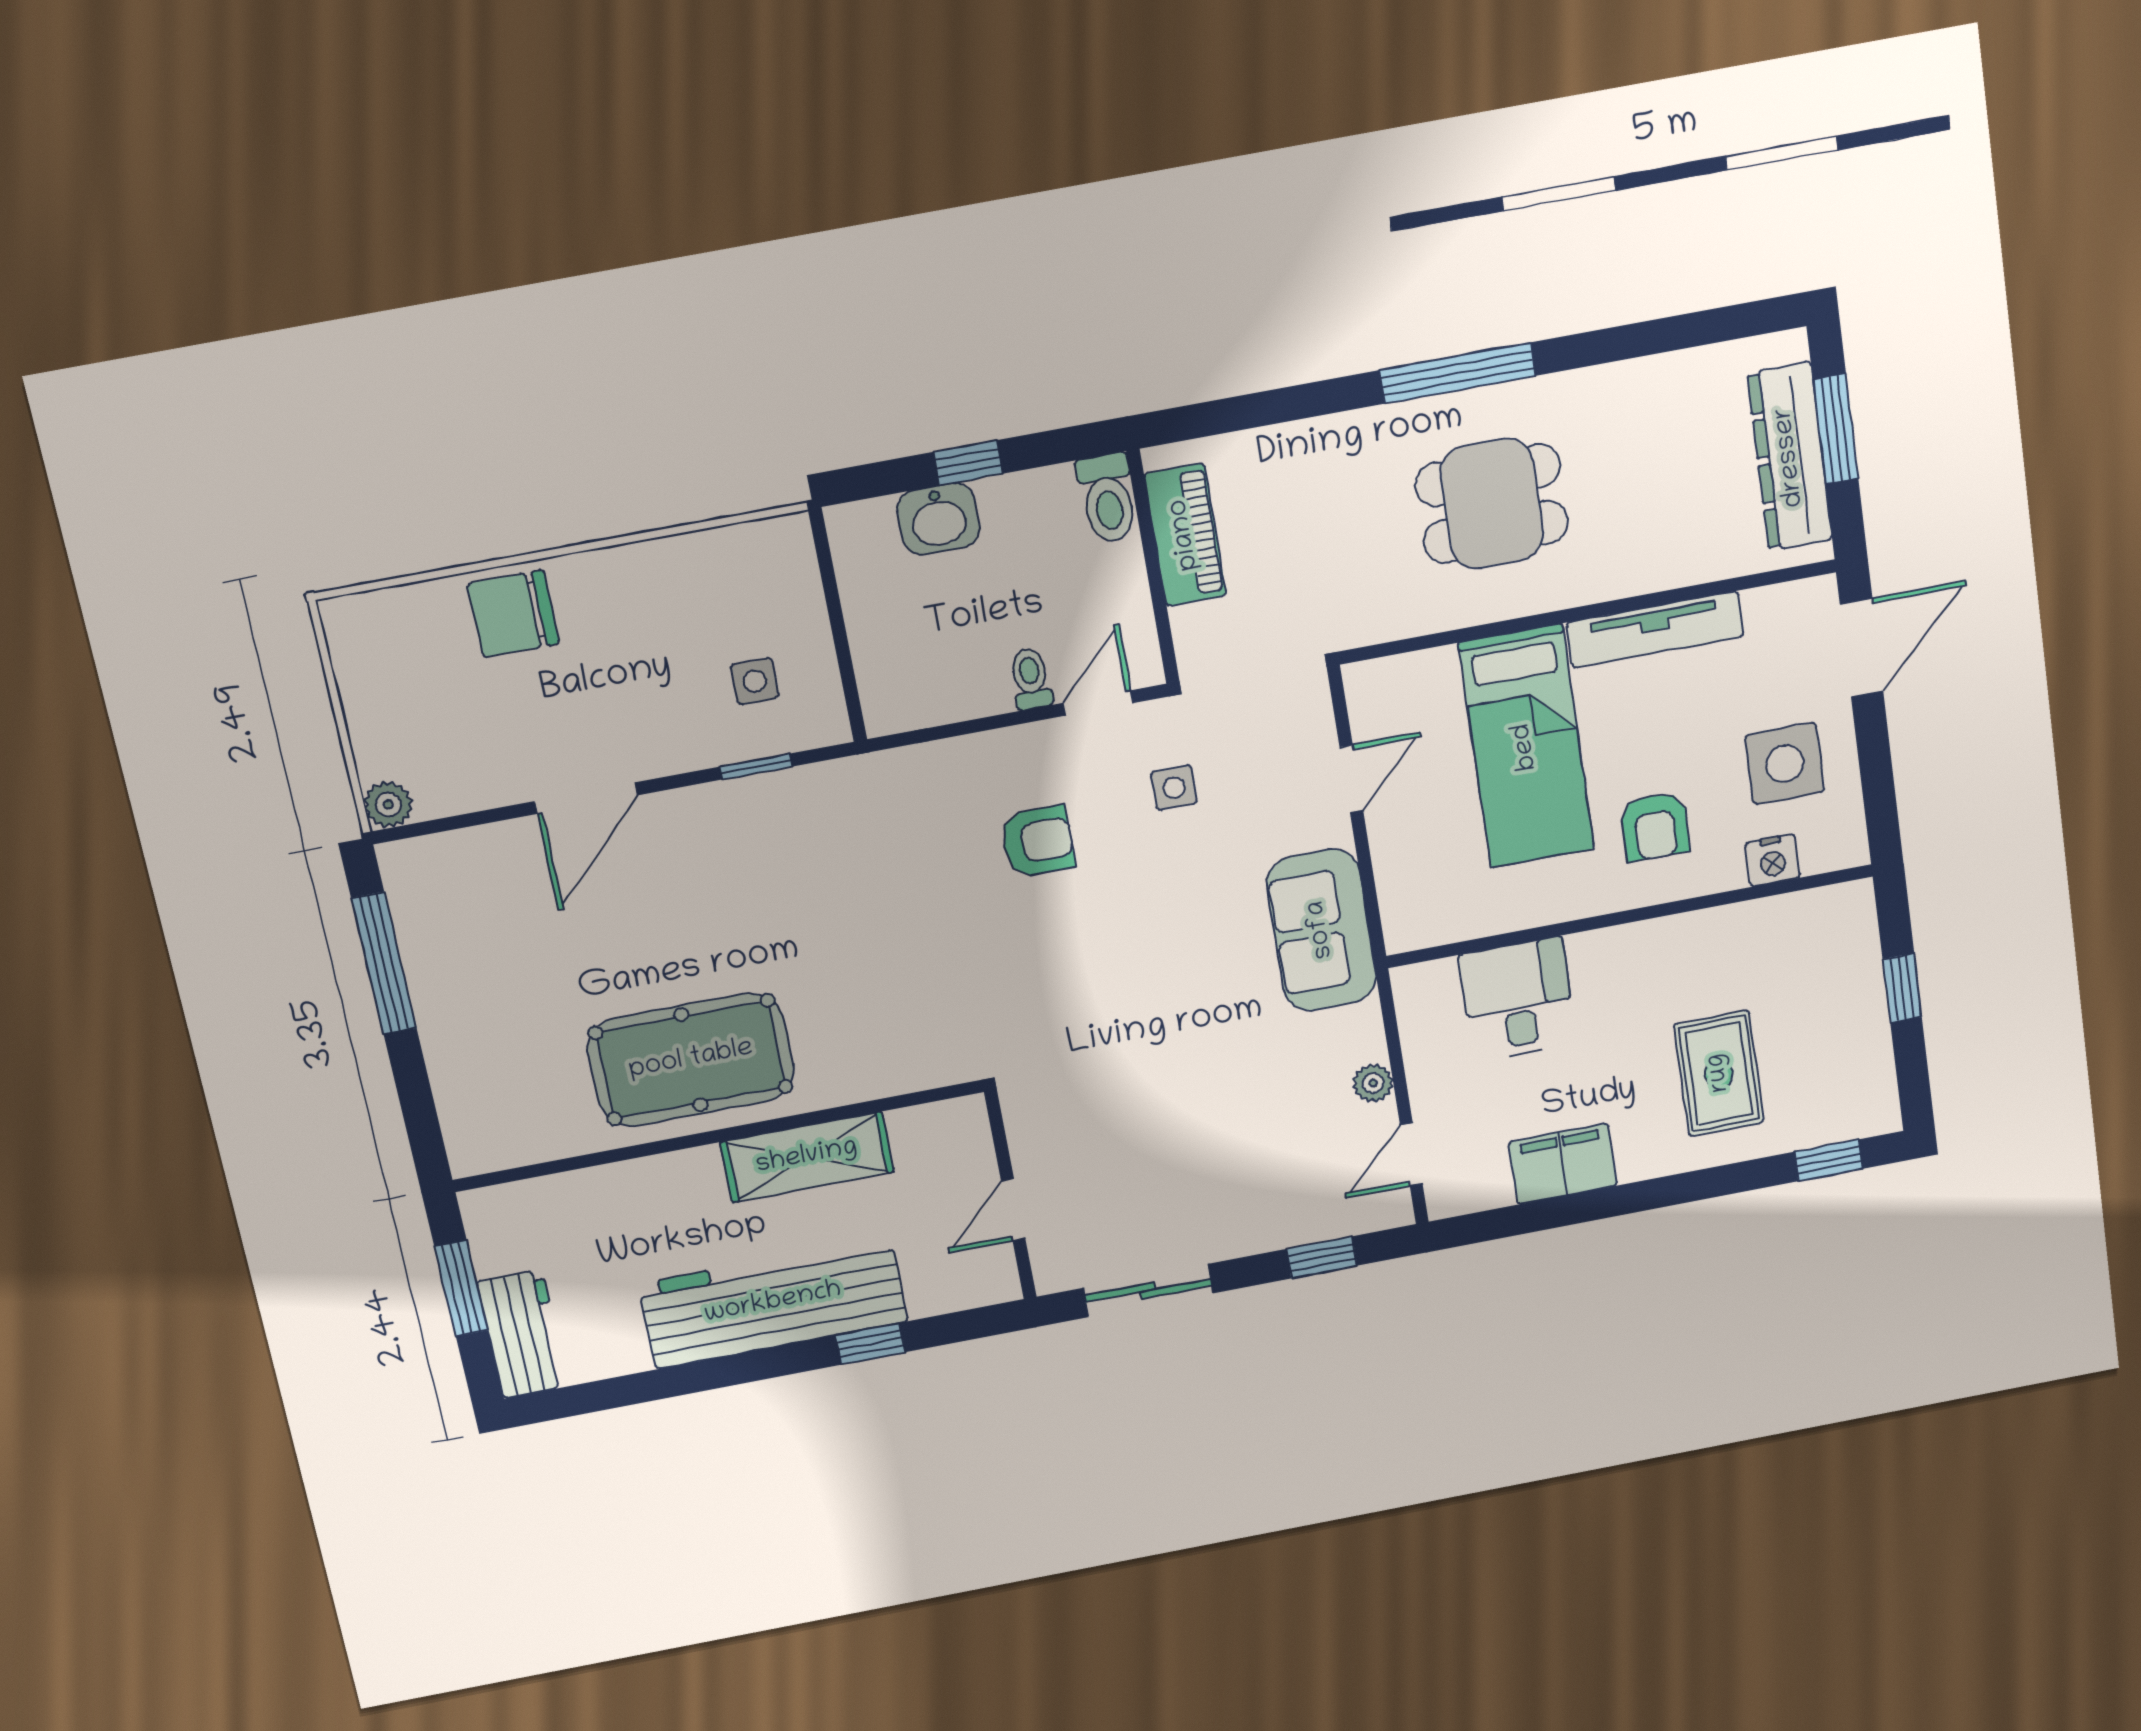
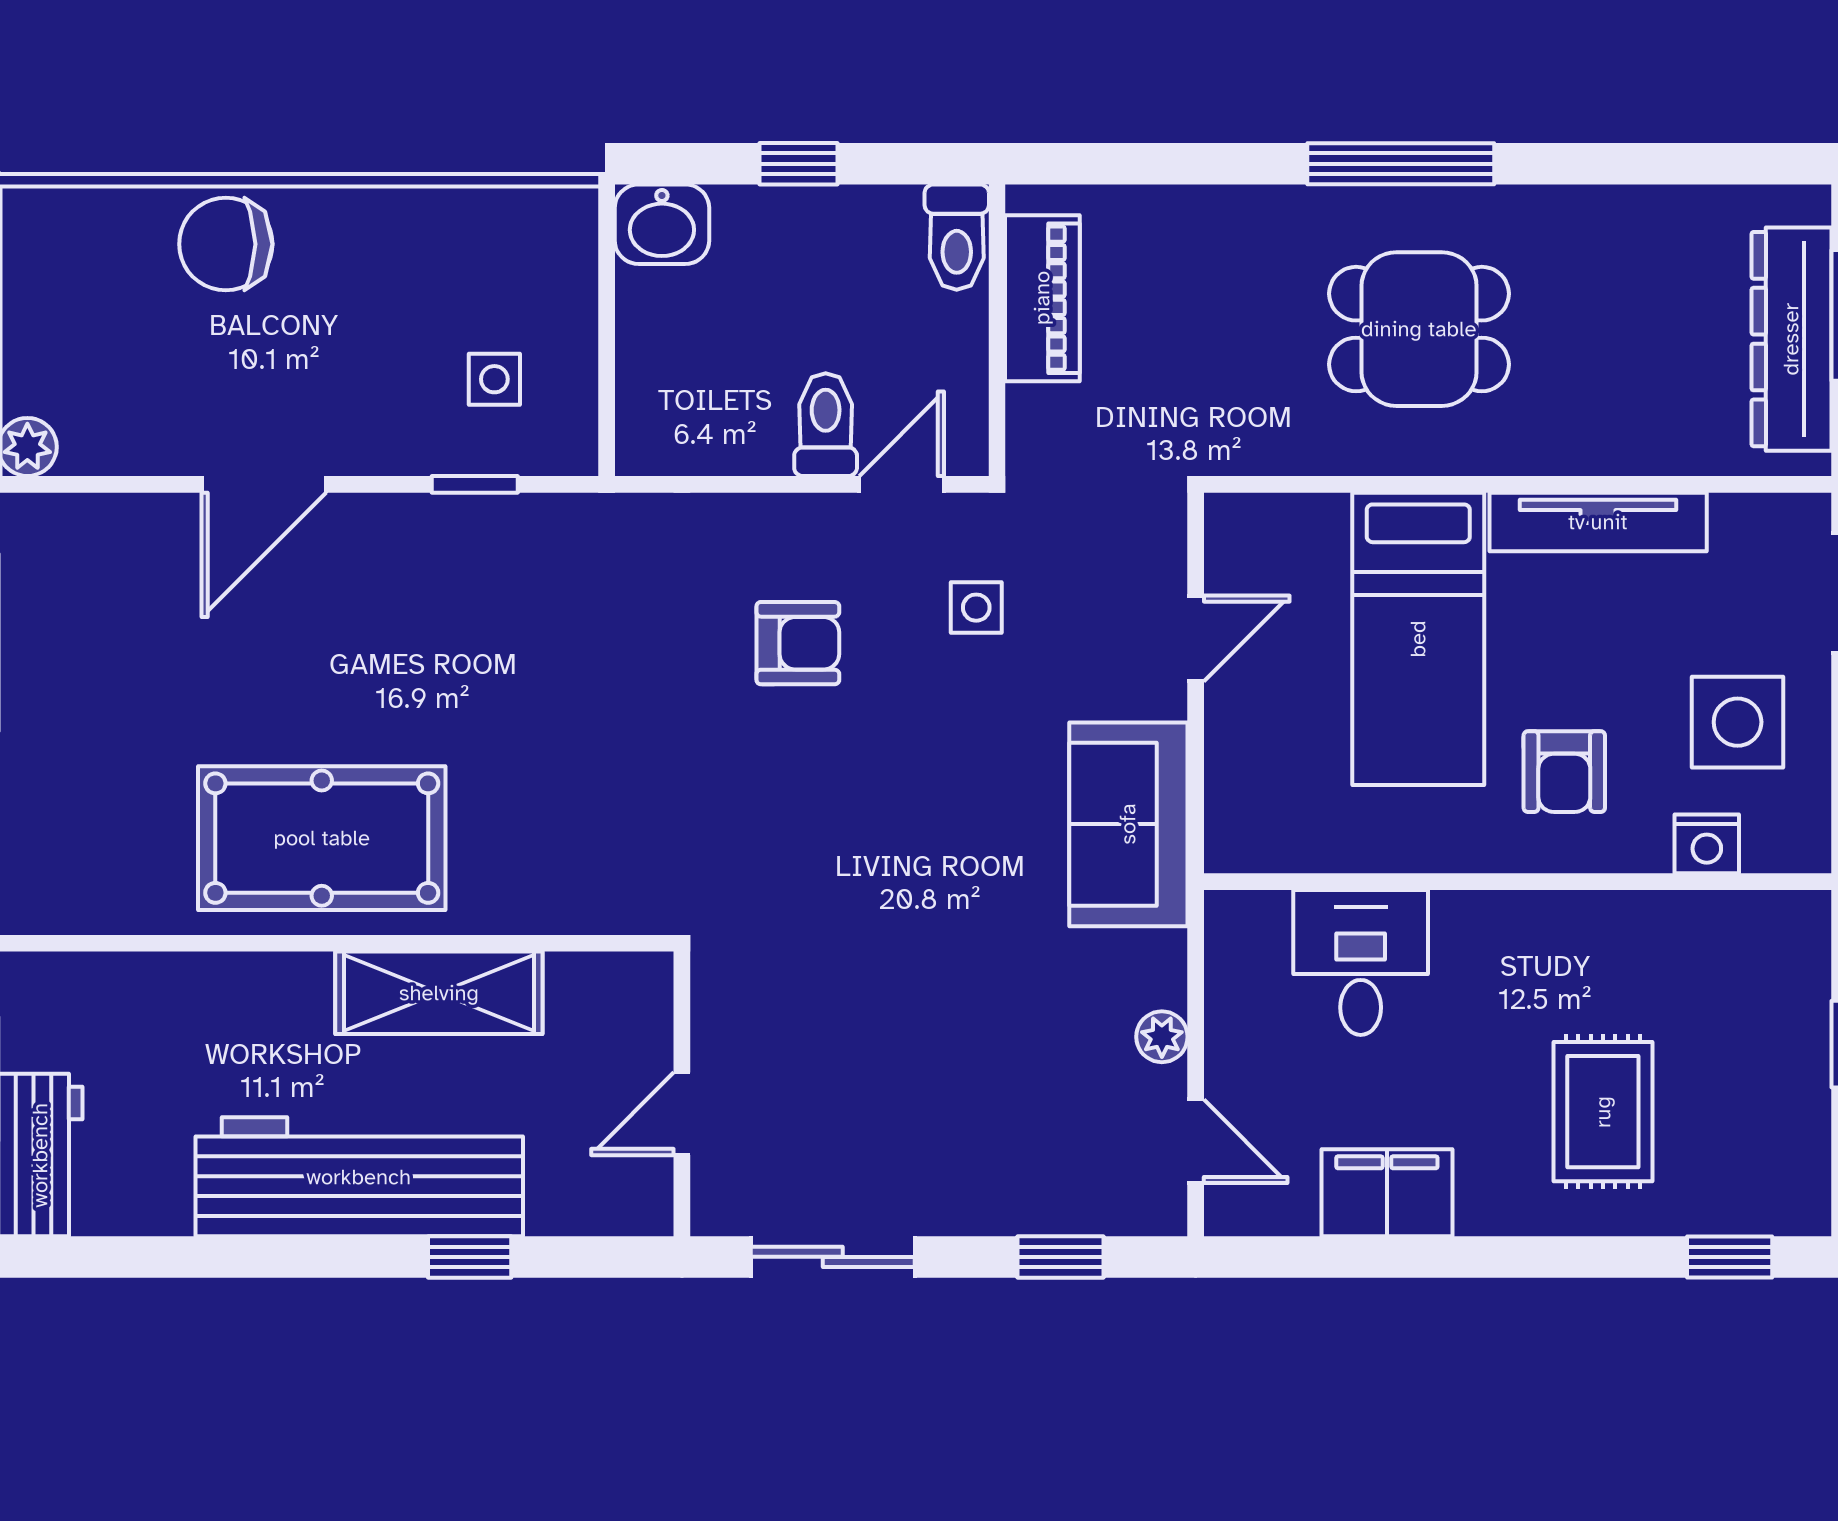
washbasin: (939, 519) -> (662, 224), moved
toilet: (1031, 679) -> (826, 425), width x1.37, depth x1.39
door: (1411, 1154) -> (1196, 1141), swing flipped

